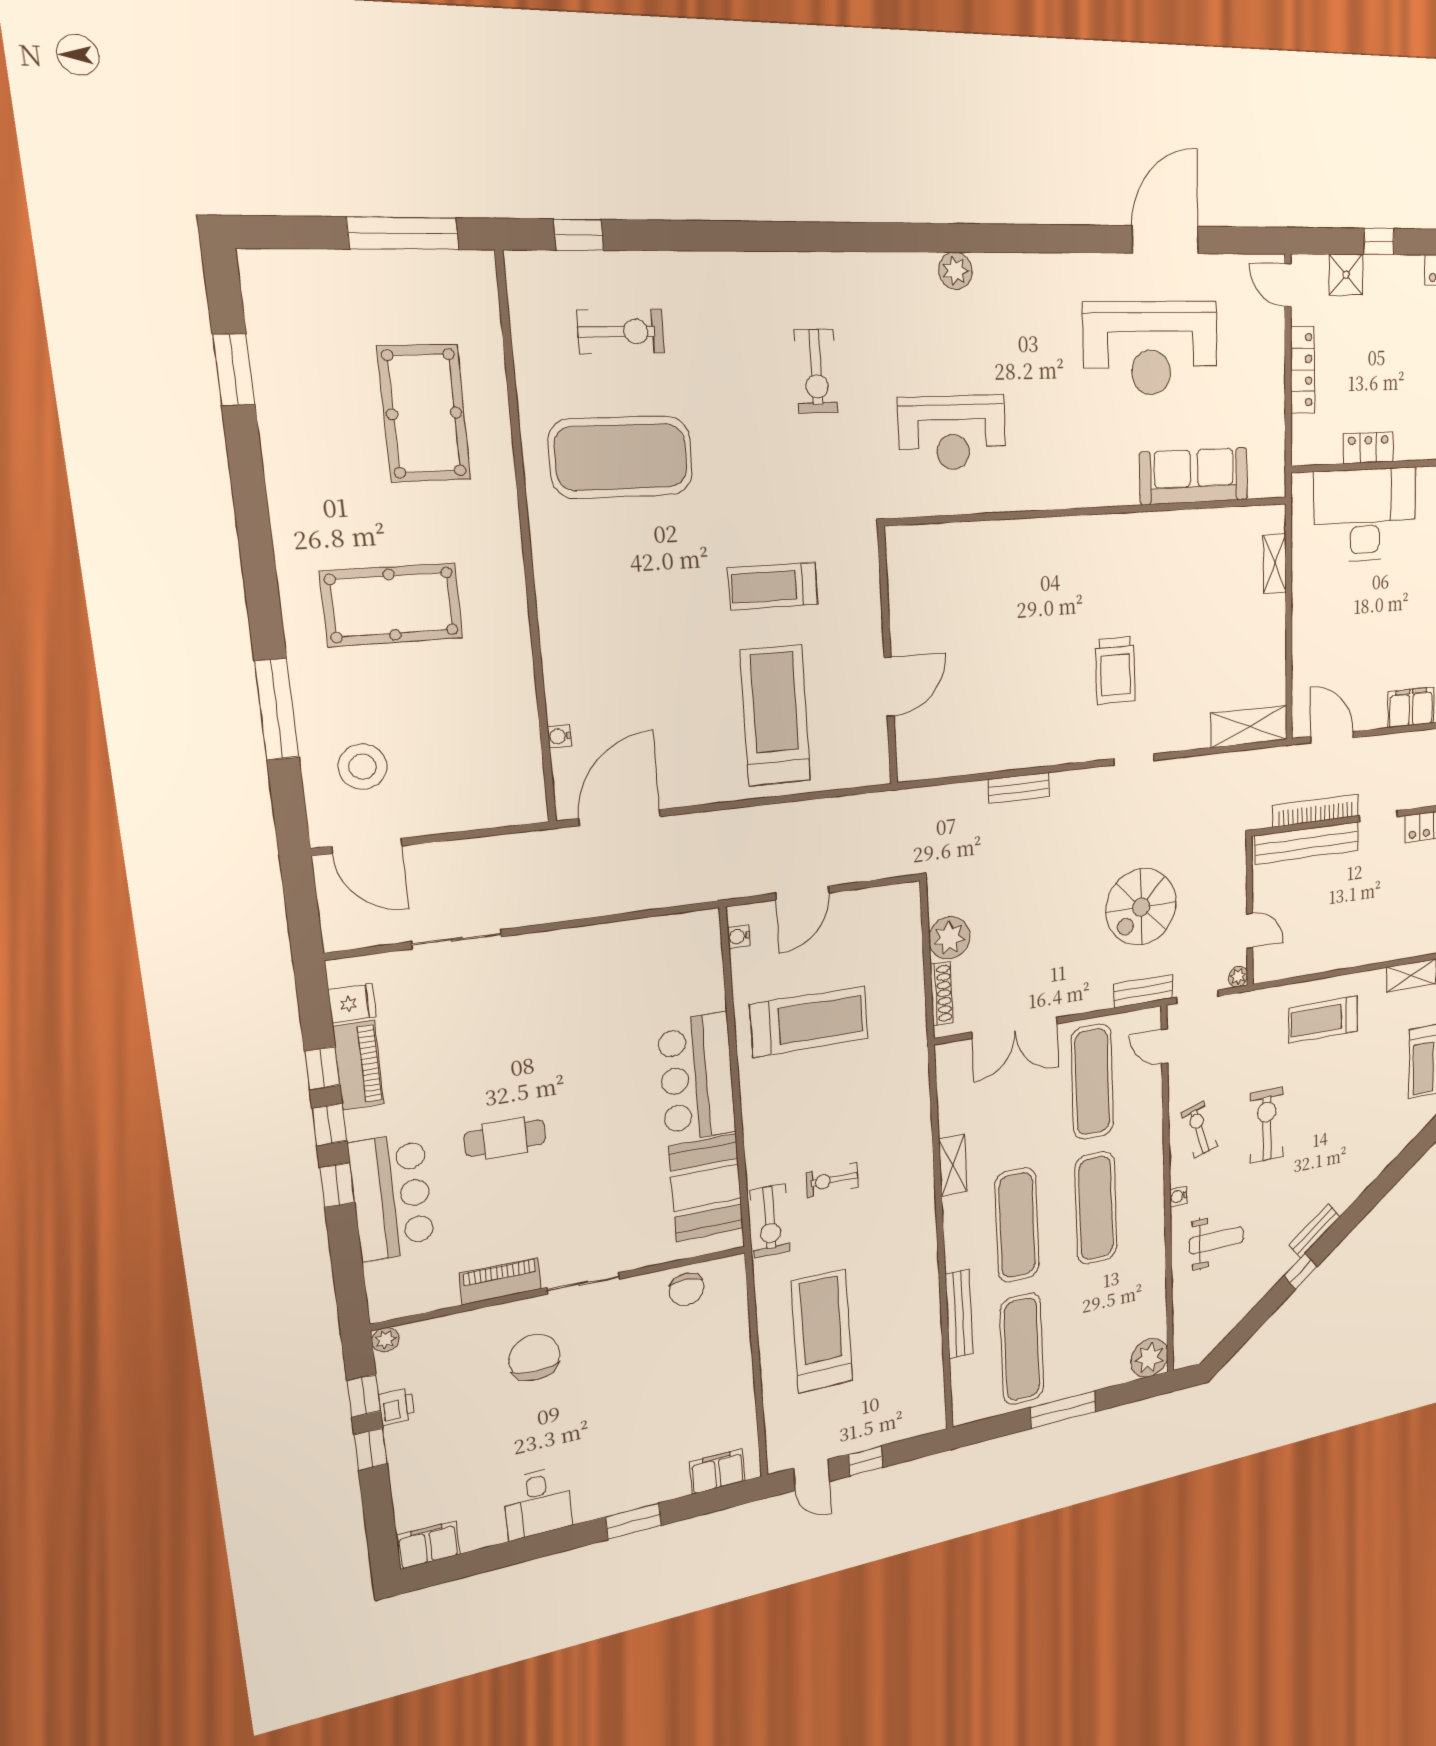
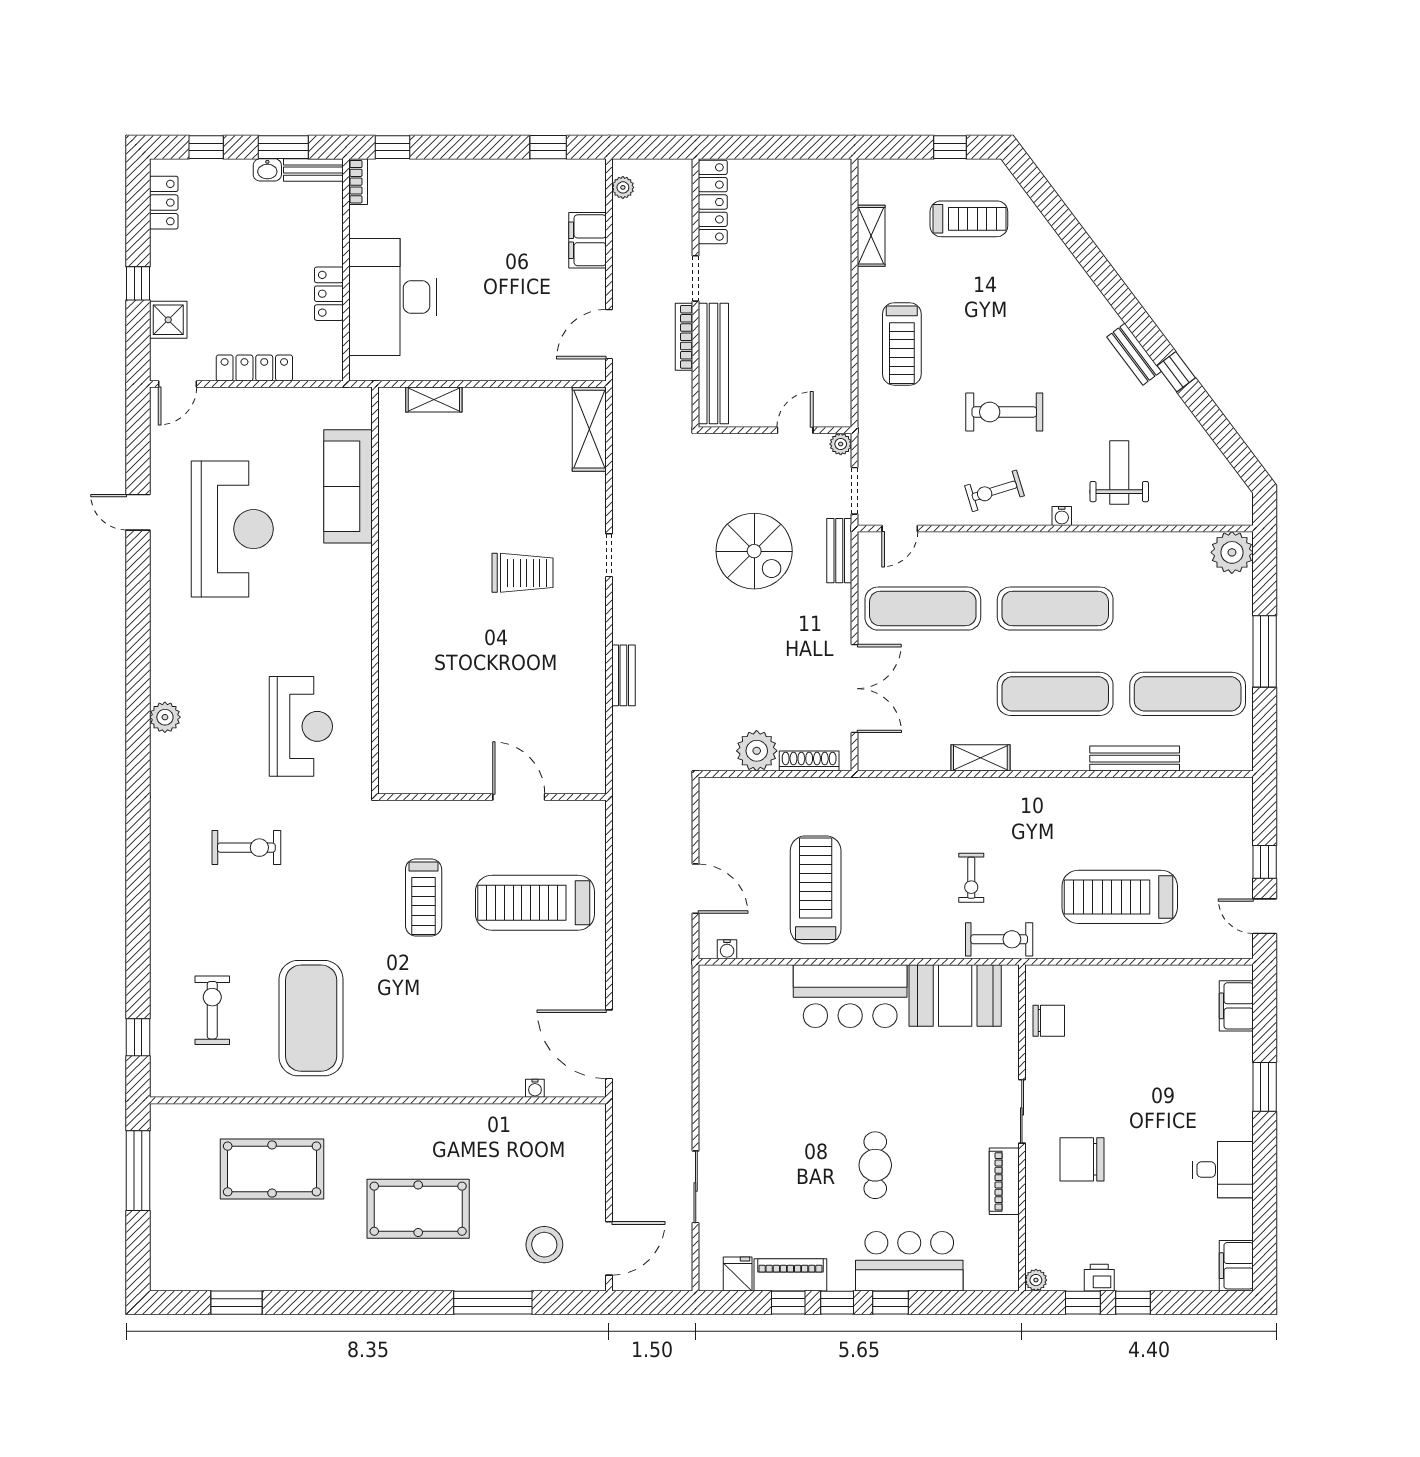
door: (1165, 240) -> (138, 512), width x0.53
pool table: (392, 605) -> (418, 1209), turned 90
bookcase: (1316, 811) -> (684, 337), width x0.68, depth x0.76
door: (812, 1475) -> (1265, 916), swing flipped

